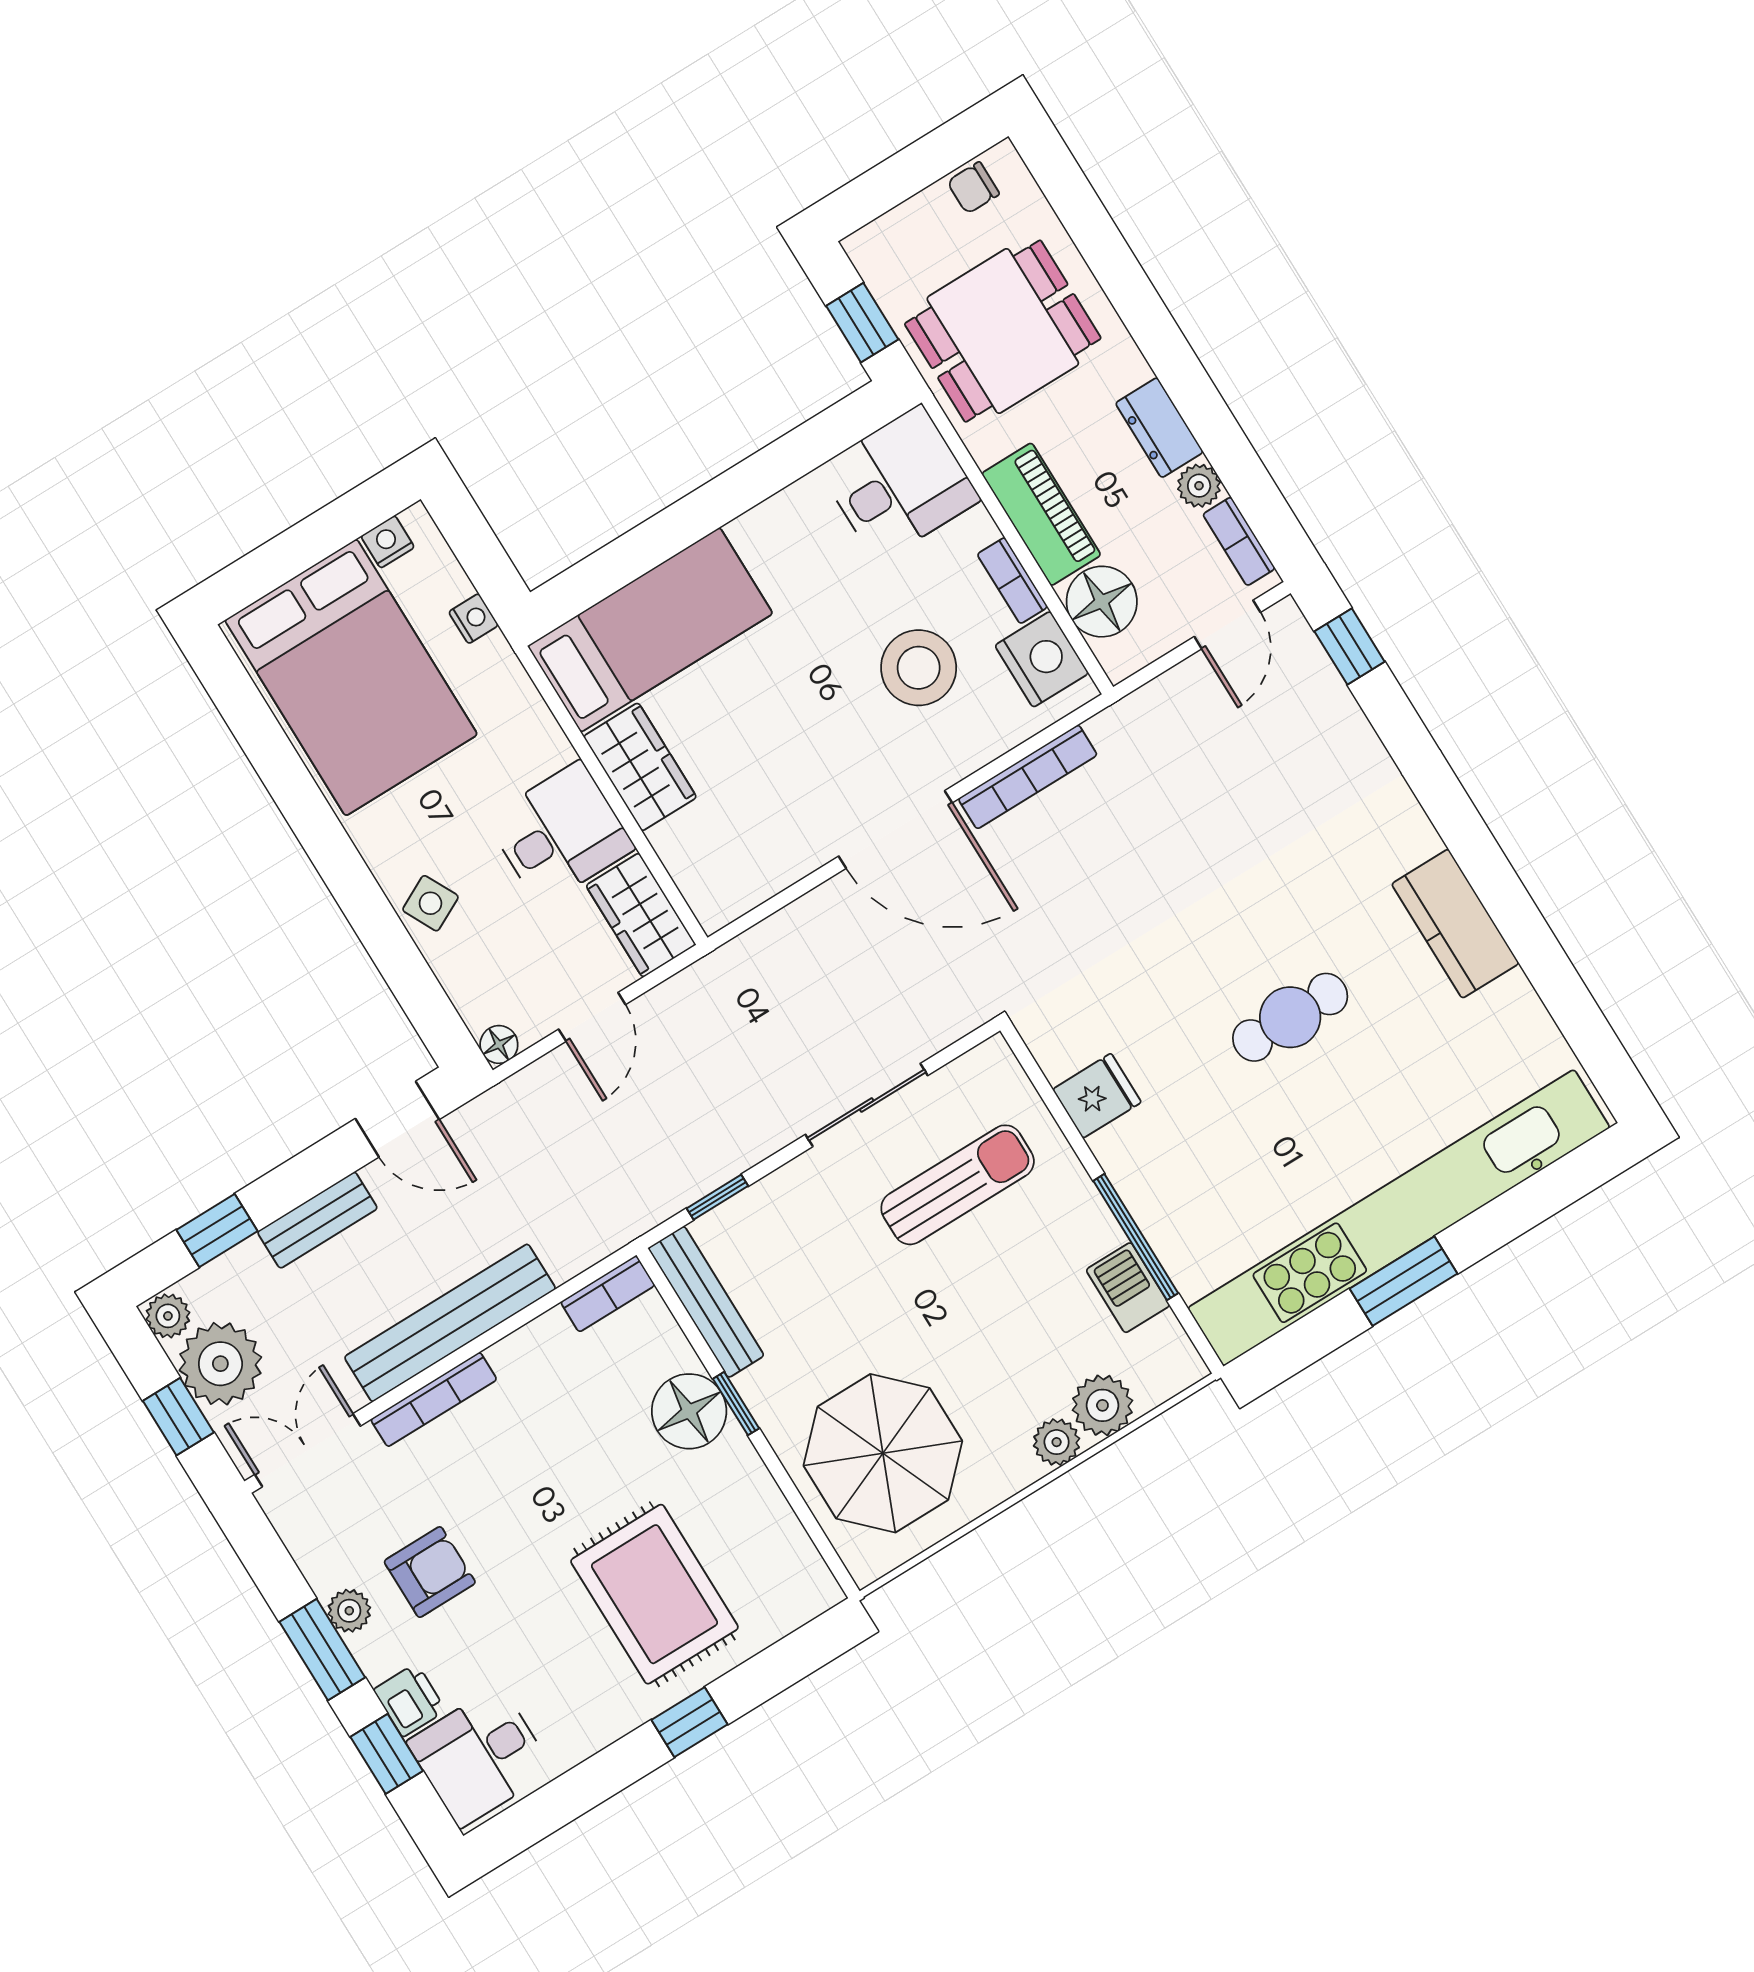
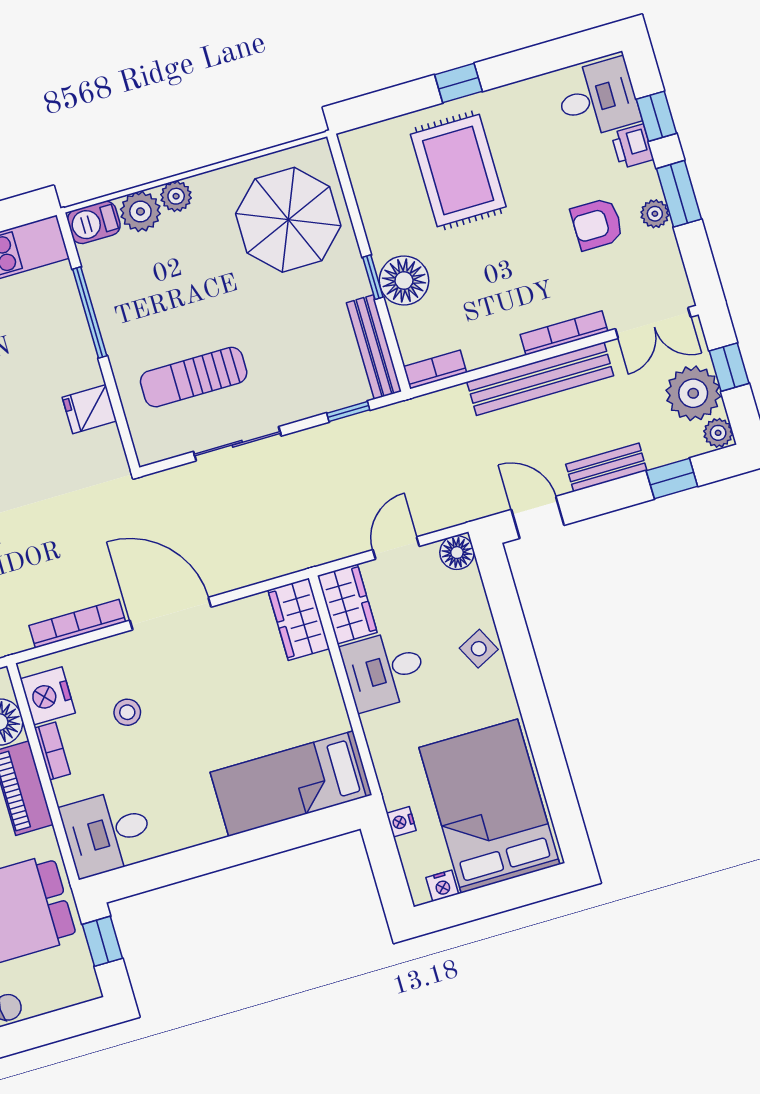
stool: (919, 668) -> (127, 712), width x0.53, depth x0.53
wardrobe: (640, 767) -> (299, 619), moved
floor lamp: (499, 1044) -> (457, 553), width x1.37, depth x1.37
barbecue: (1128, 1288) -> (94, 222), moved, turned 90

